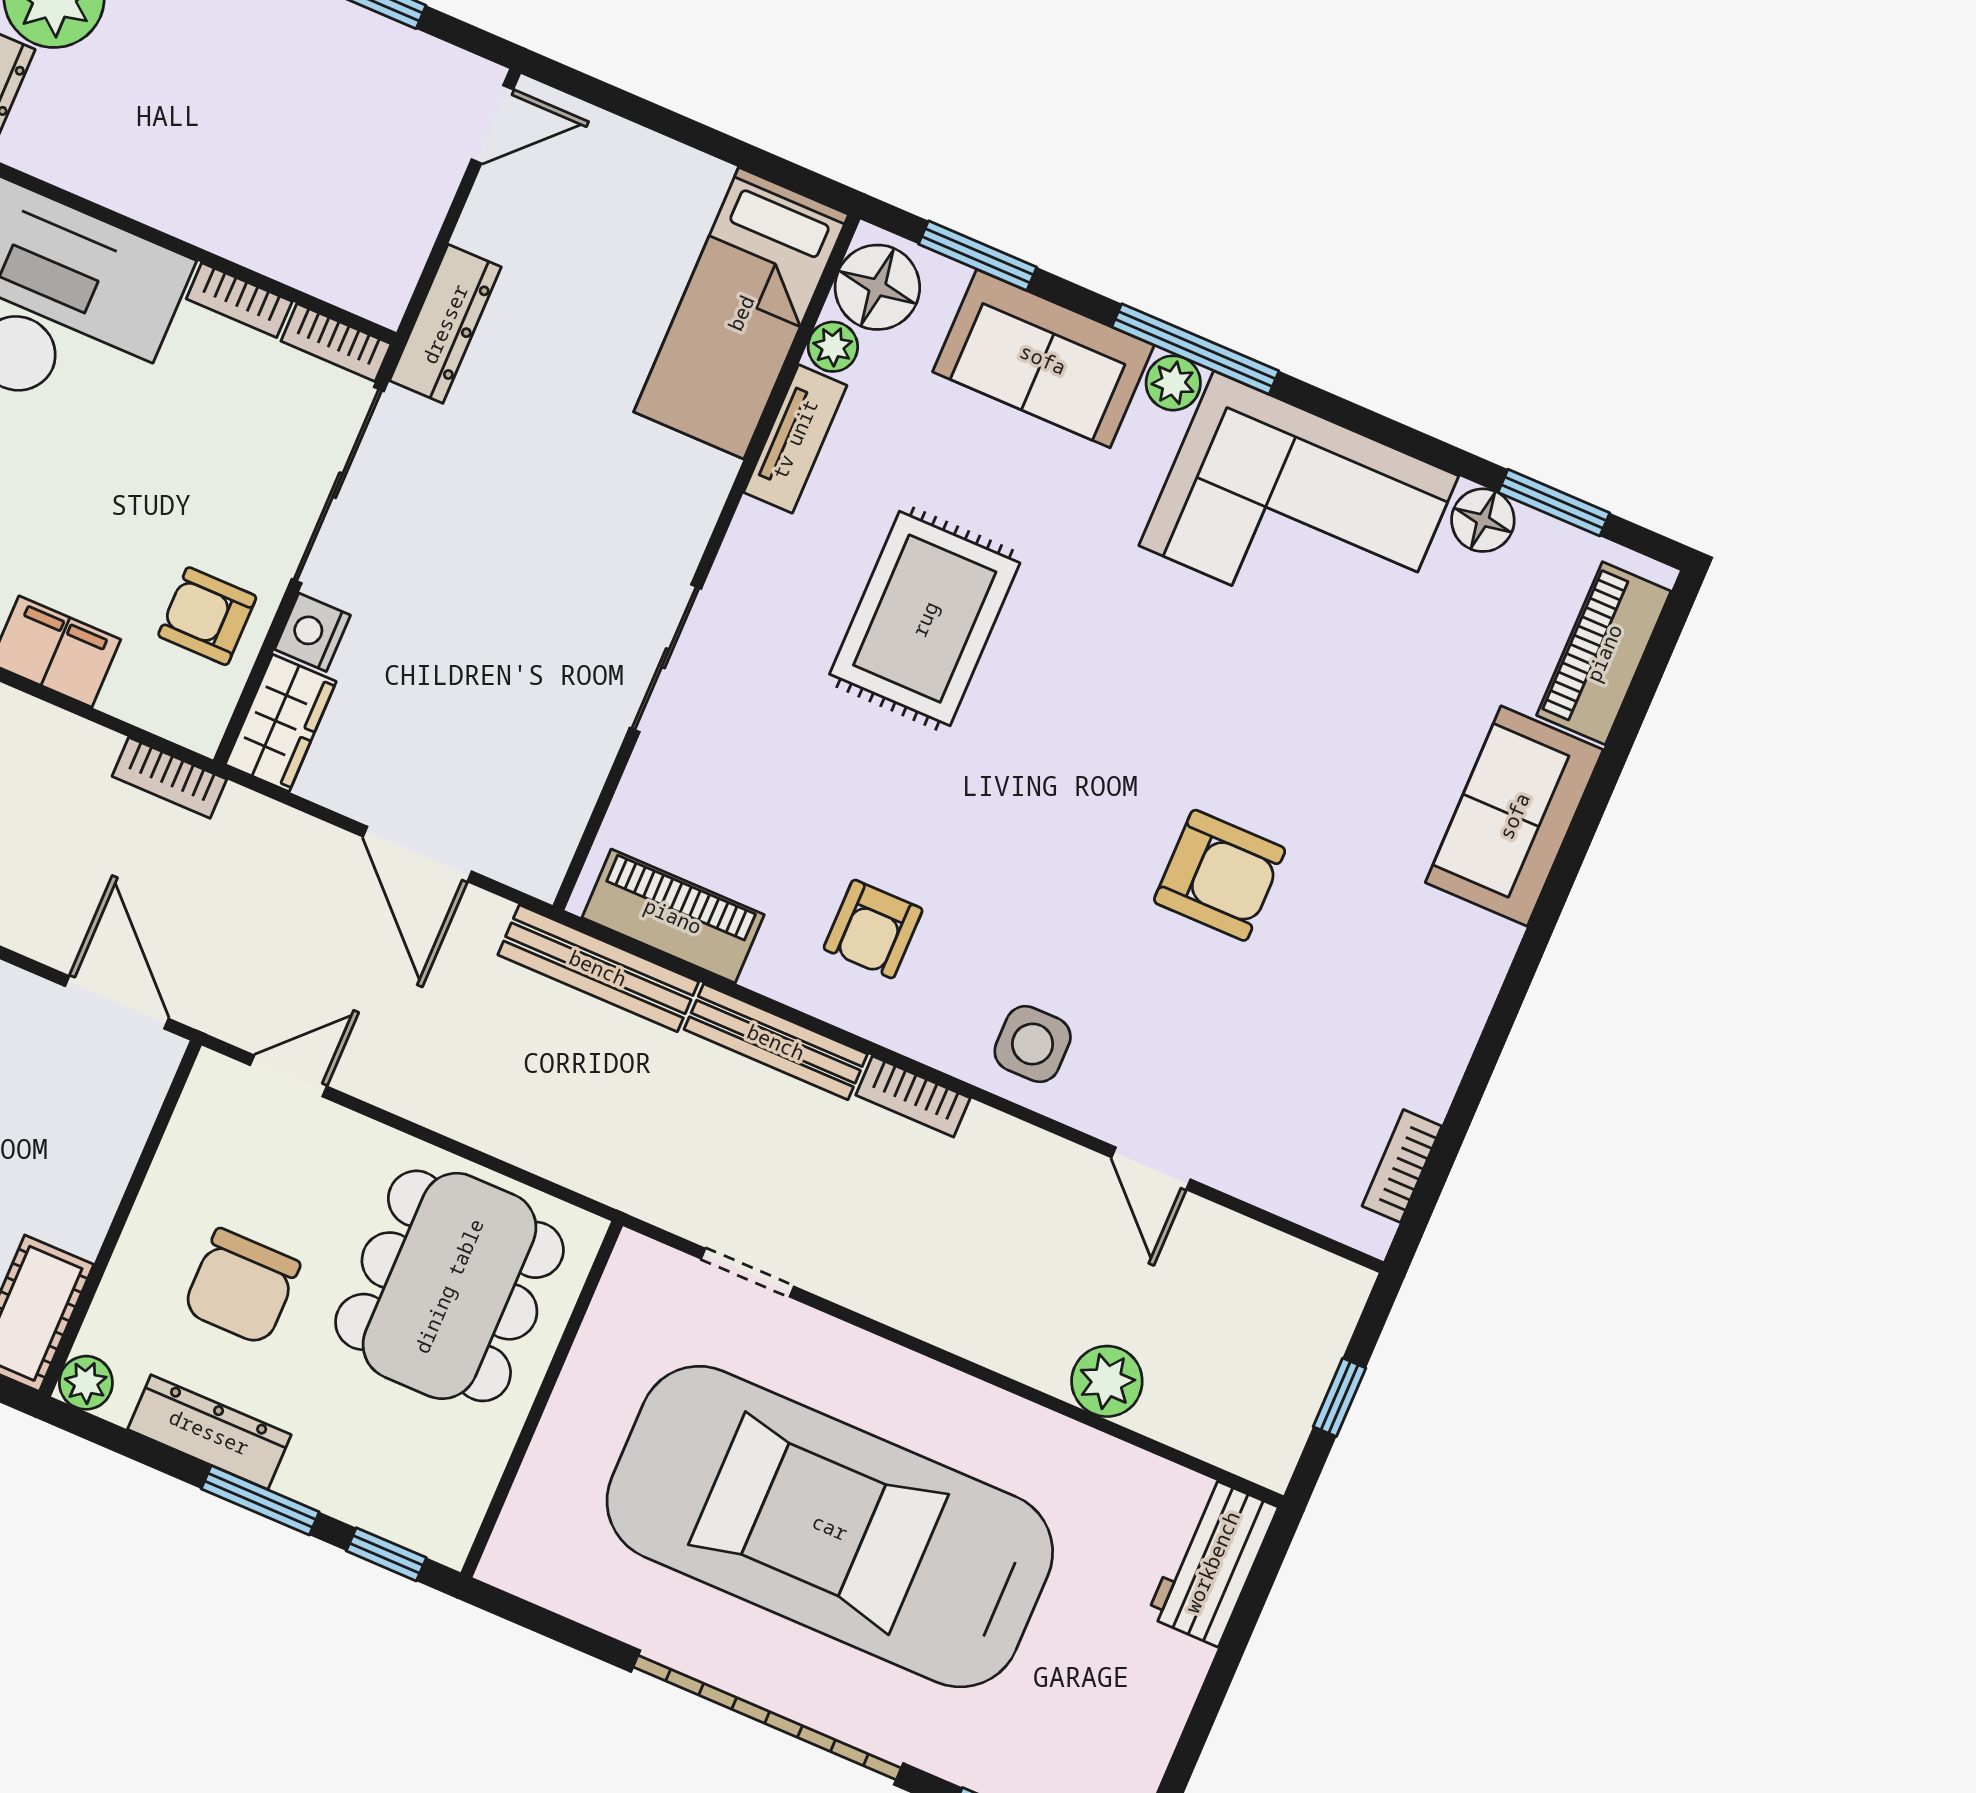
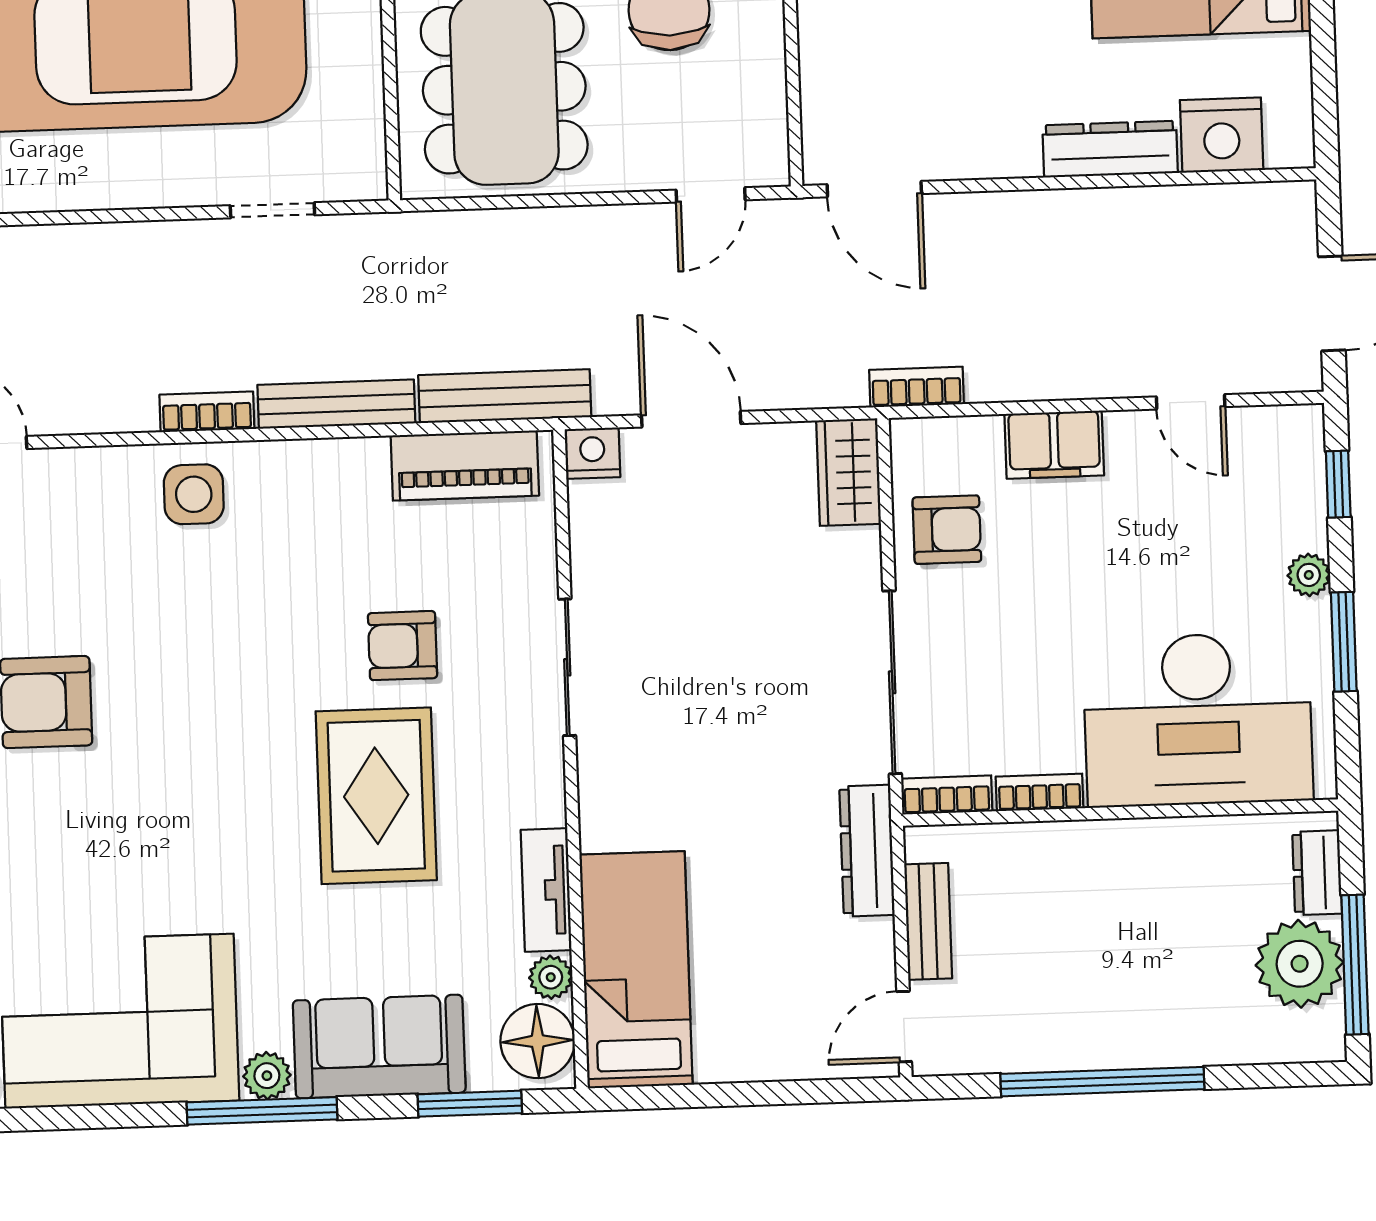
bench: (417, 221) -> (928, 921), added
nightstand: (312, 632) -> (592, 453), moved, turned -90
armchair: (873, 929) -> (402, 646), moved, turned -90
side table: (1033, 1044) -> (194, 494), moved

